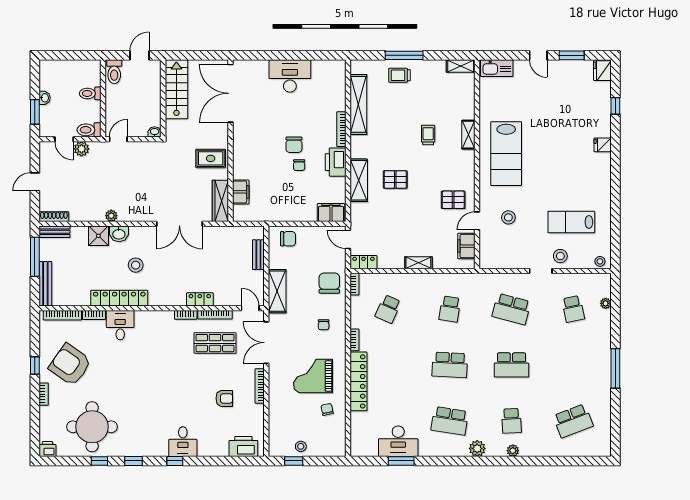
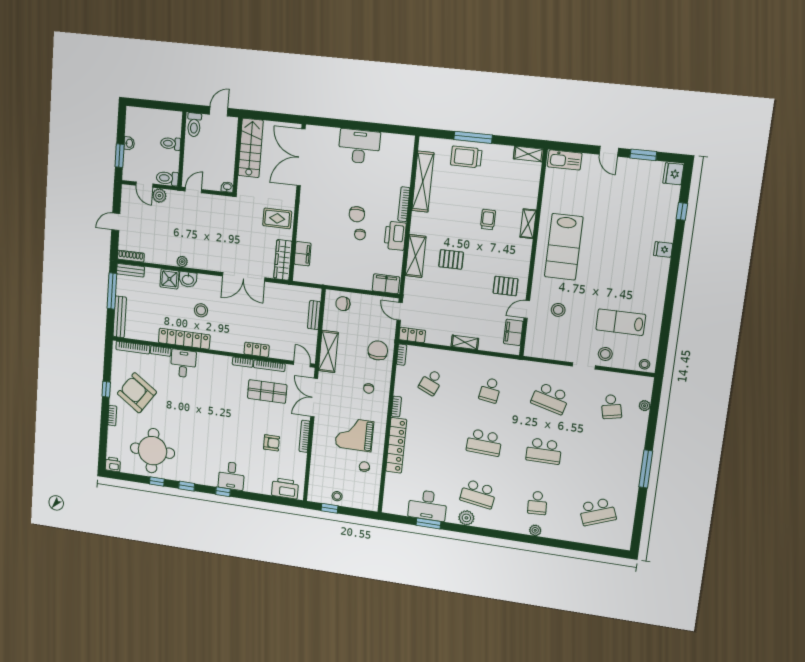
trolley: (399, 75) -> (466, 157), width x1.36, depth x1.39
chair: (288, 239) -> (343, 304), turned 180
plant: (477, 448) -> (466, 518), moved

